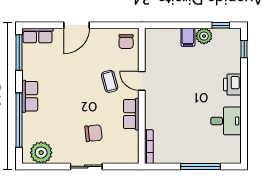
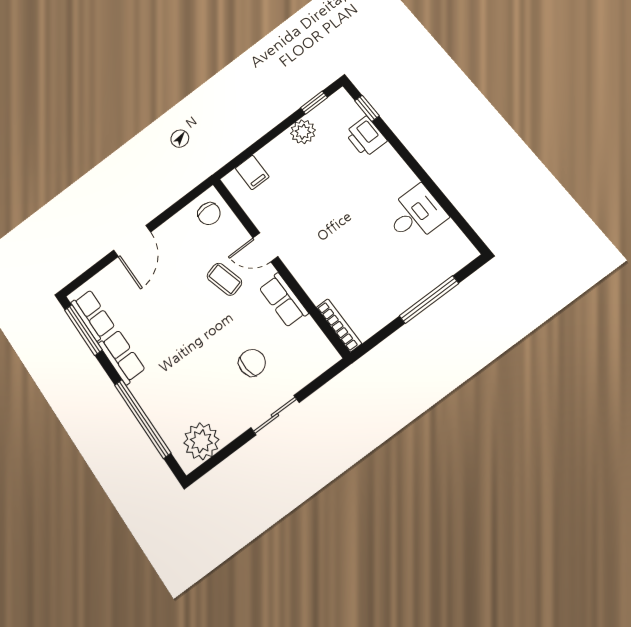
row of seats: (38, 35) -> (93, 315), moved, turned -90
filing cabinet: (188, 37) -> (252, 172), moved
printer: (232, 85) -> (366, 137), moved
row of seats: (30, 96) -> (122, 357), moved

